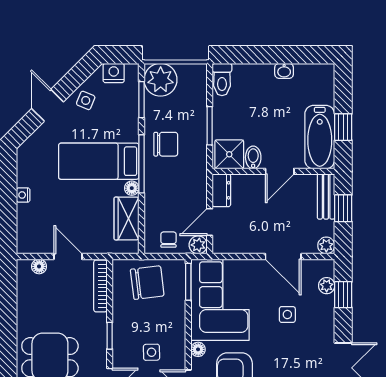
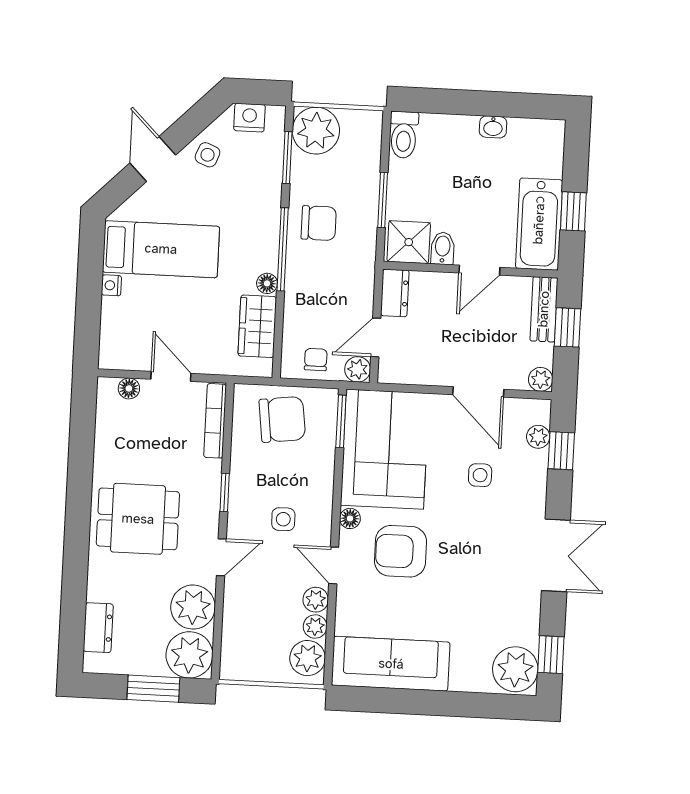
bed: (99, 161) -> (161, 249), moved, turned 180

